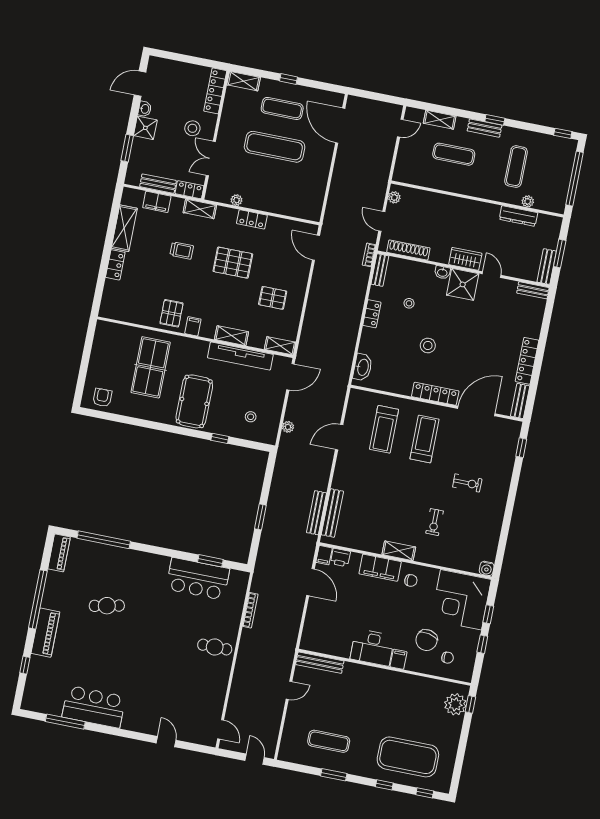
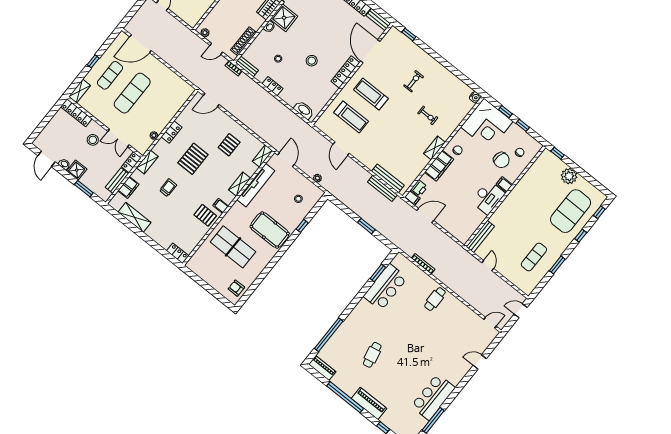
locker: (115, 265) -> (178, 253), moved
plant: (455, 704) -> (569, 176), moved

